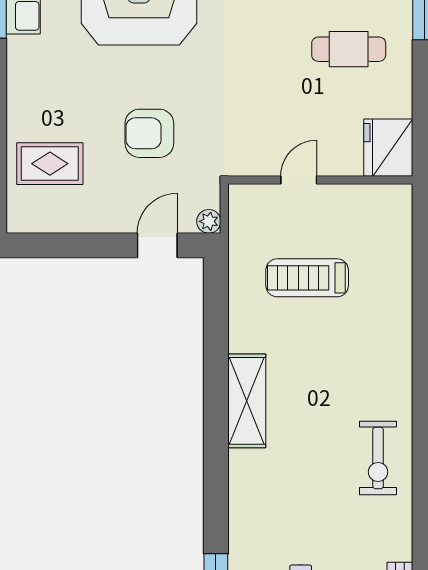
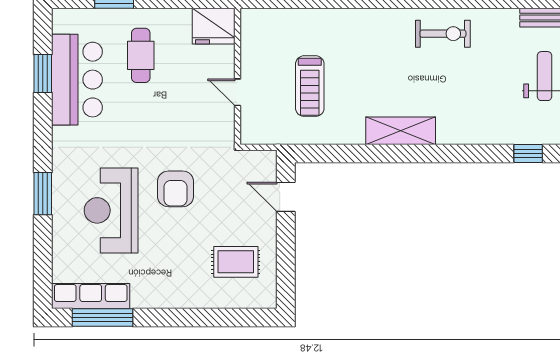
armchair: (149, 133) -> (176, 189), moved
rug: (50, 164) -> (236, 262), moved, turned 90
plant: (209, 221) -> (268, 159), removed

